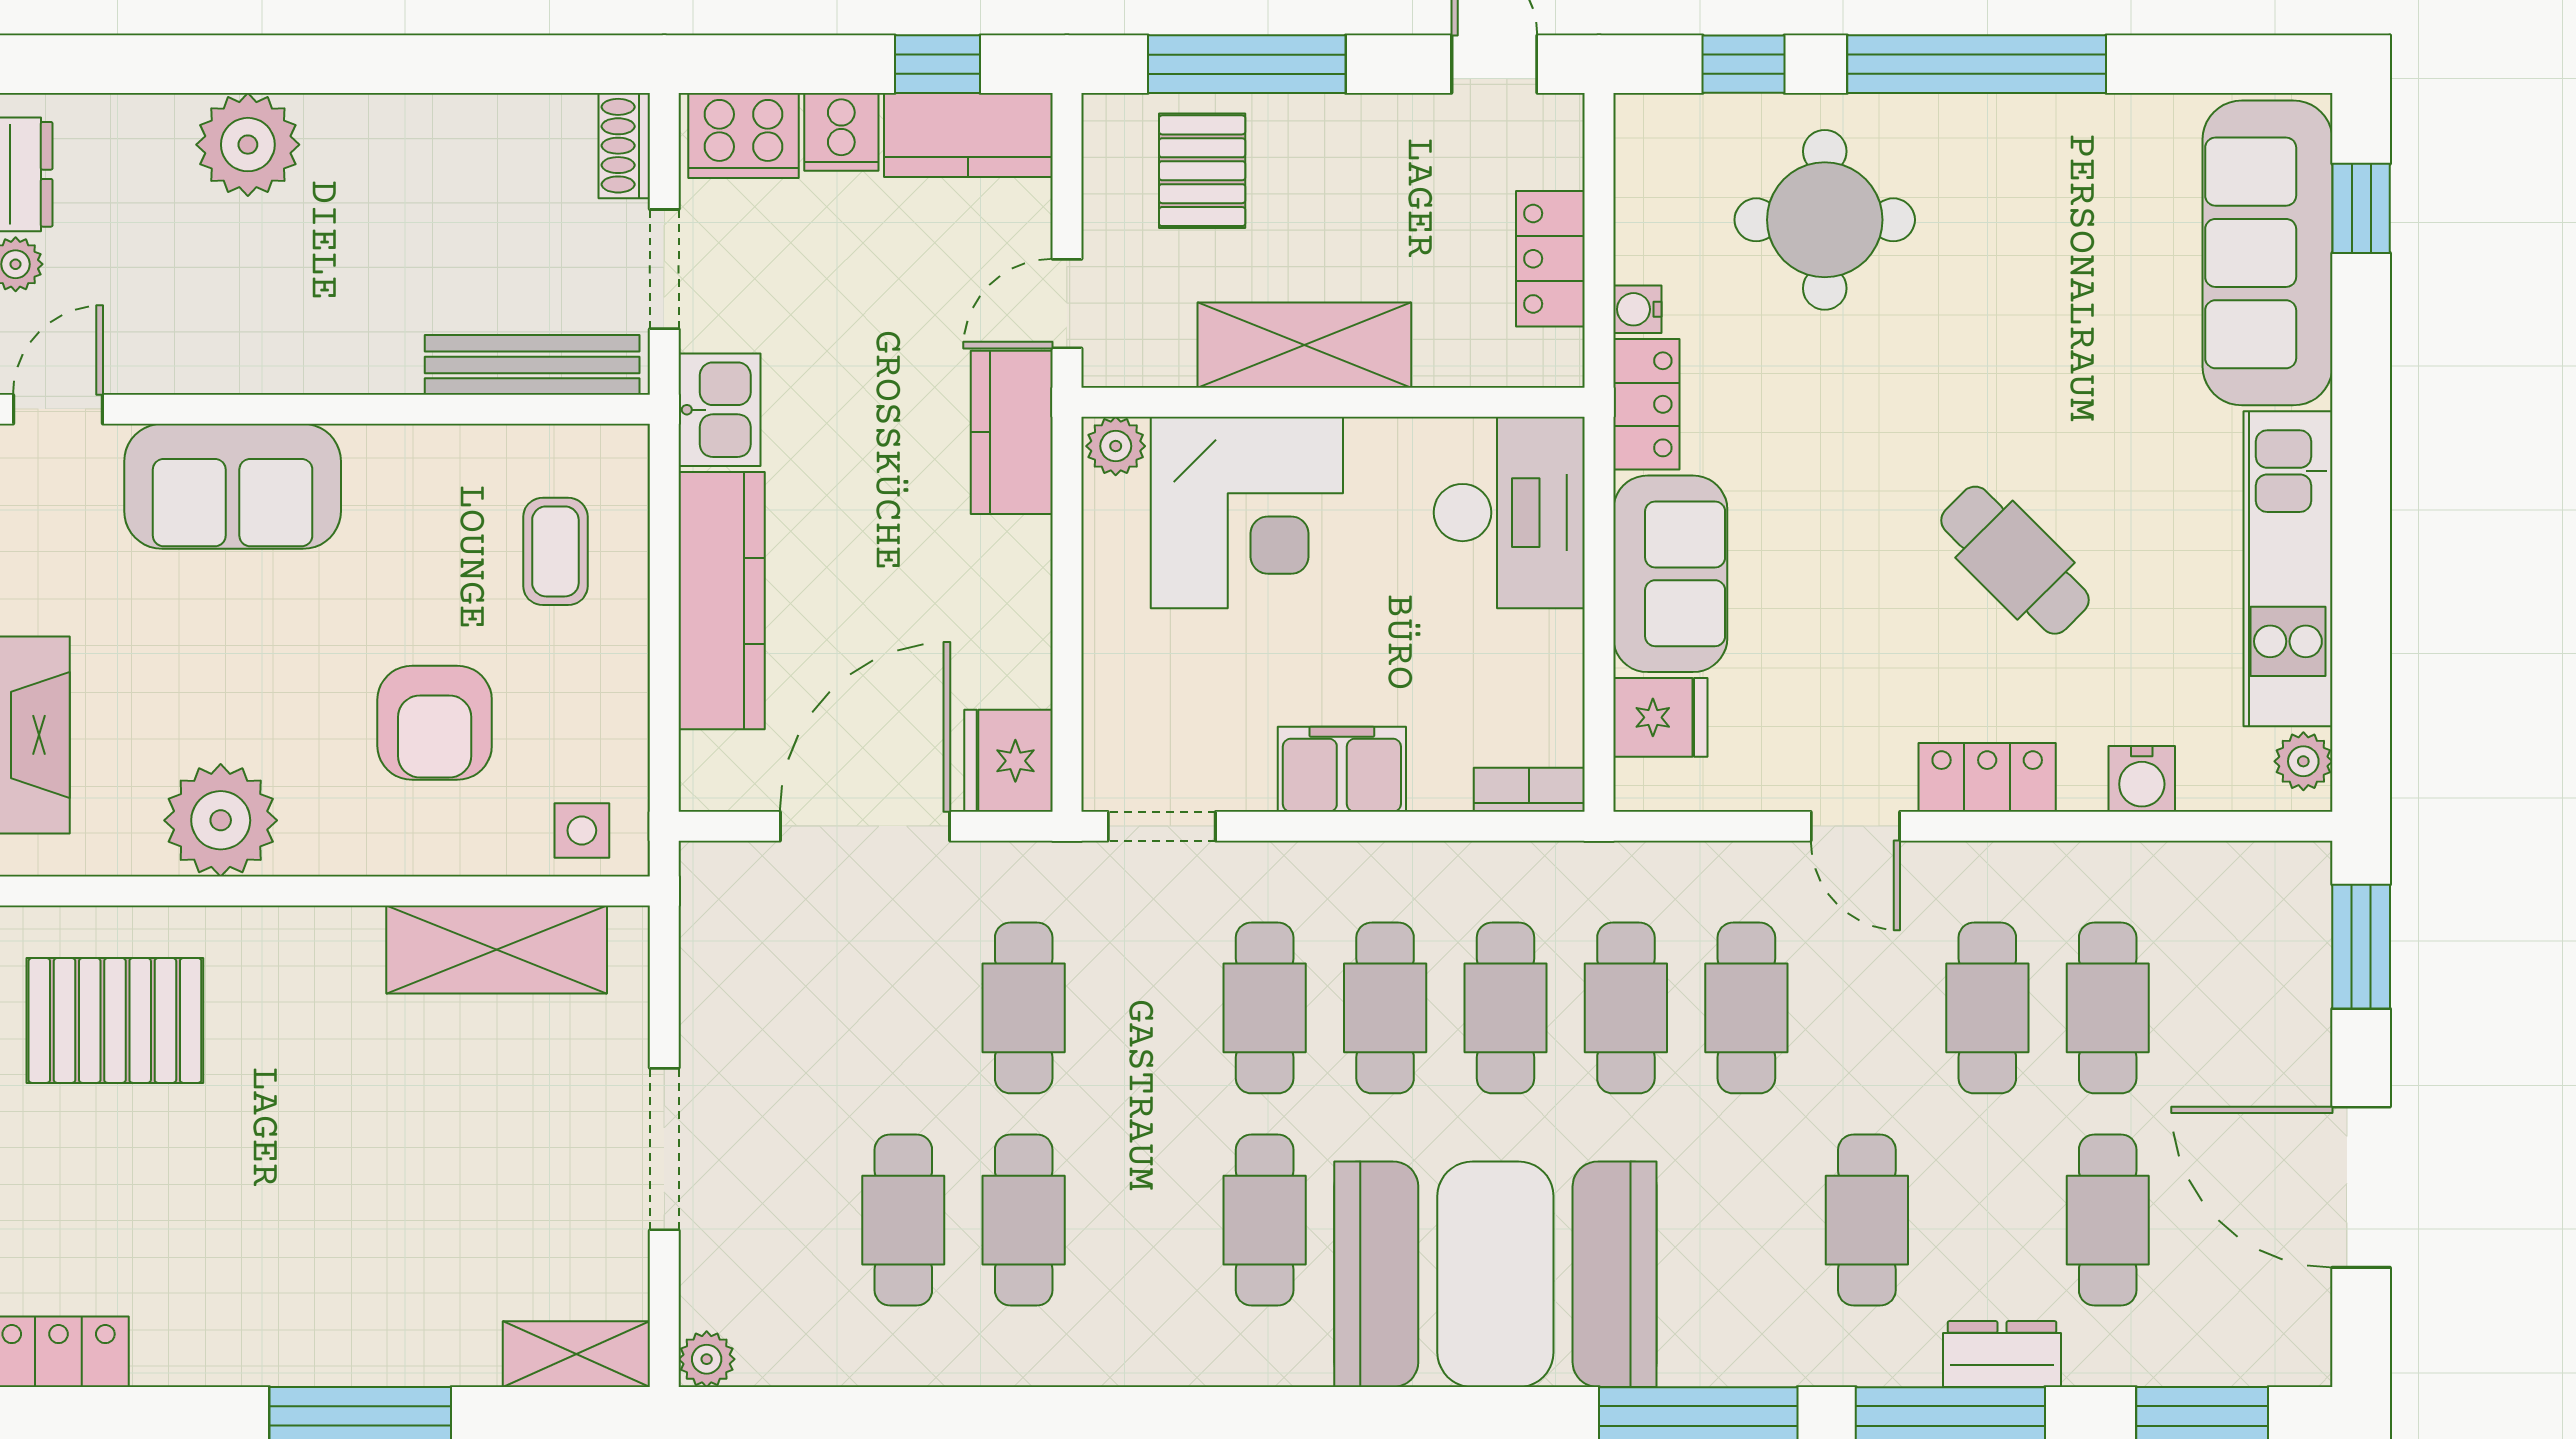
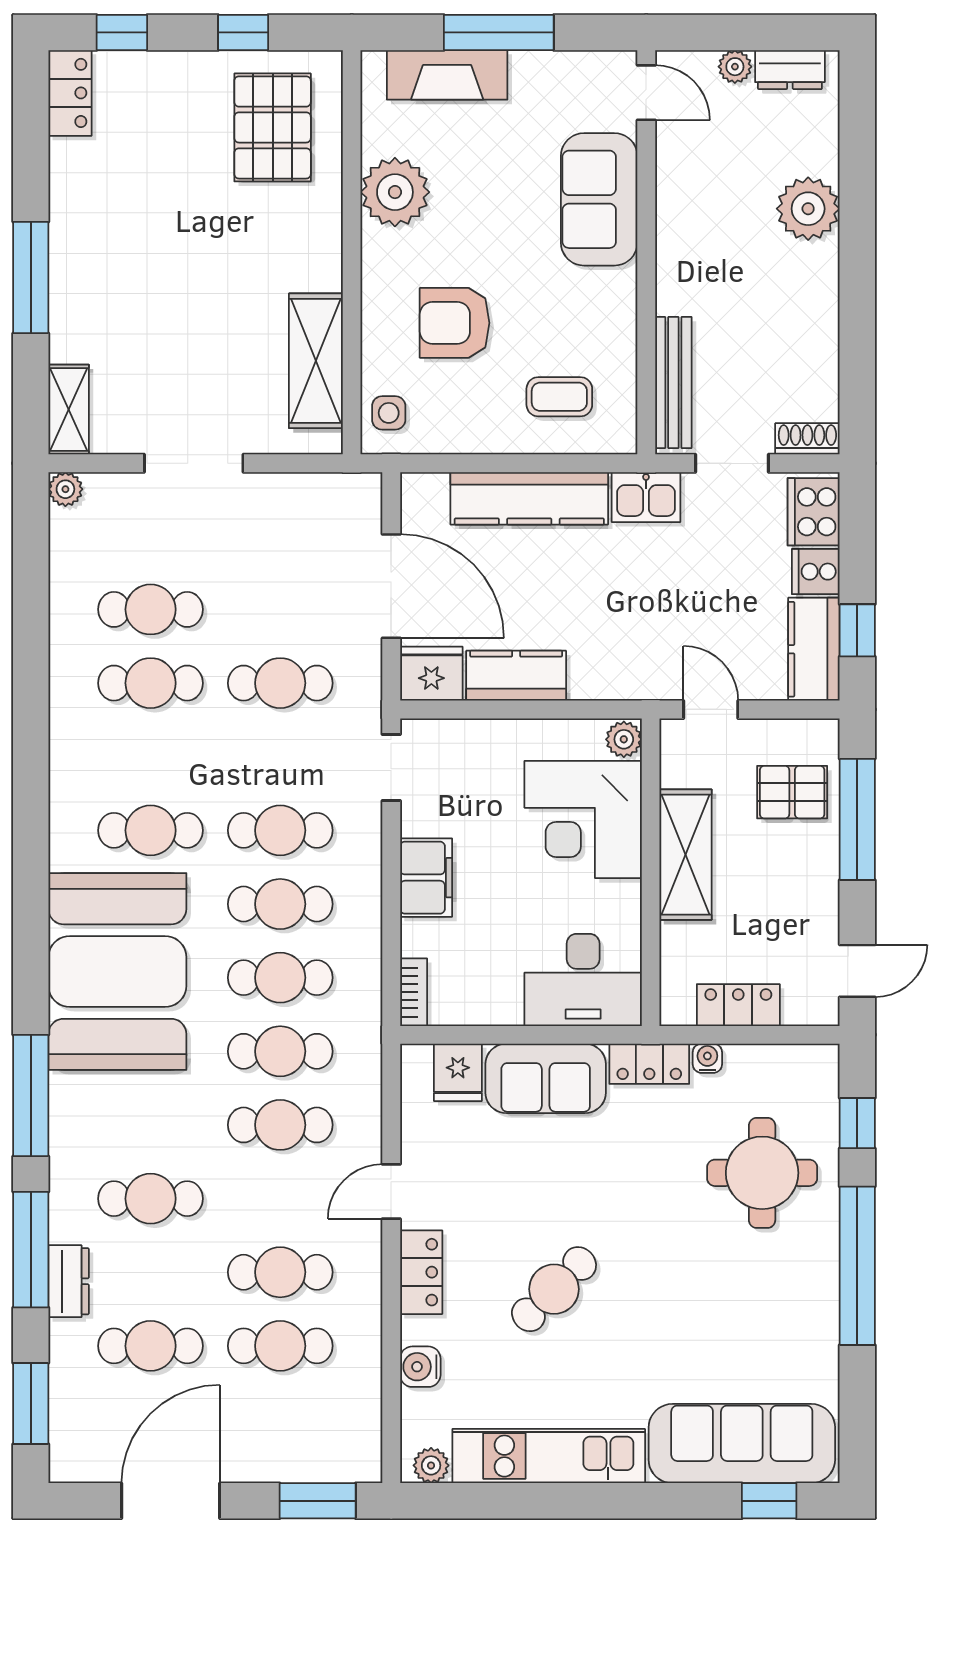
kitchen counter: (1012, 432) -> (516, 676), moved

